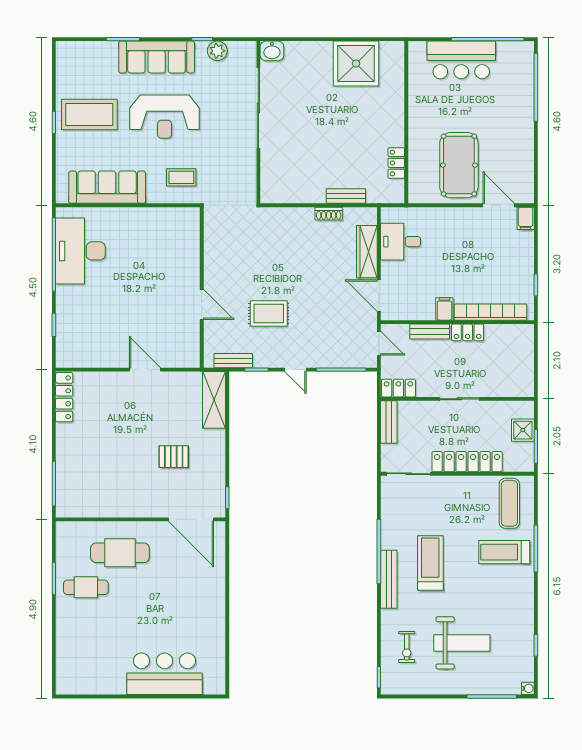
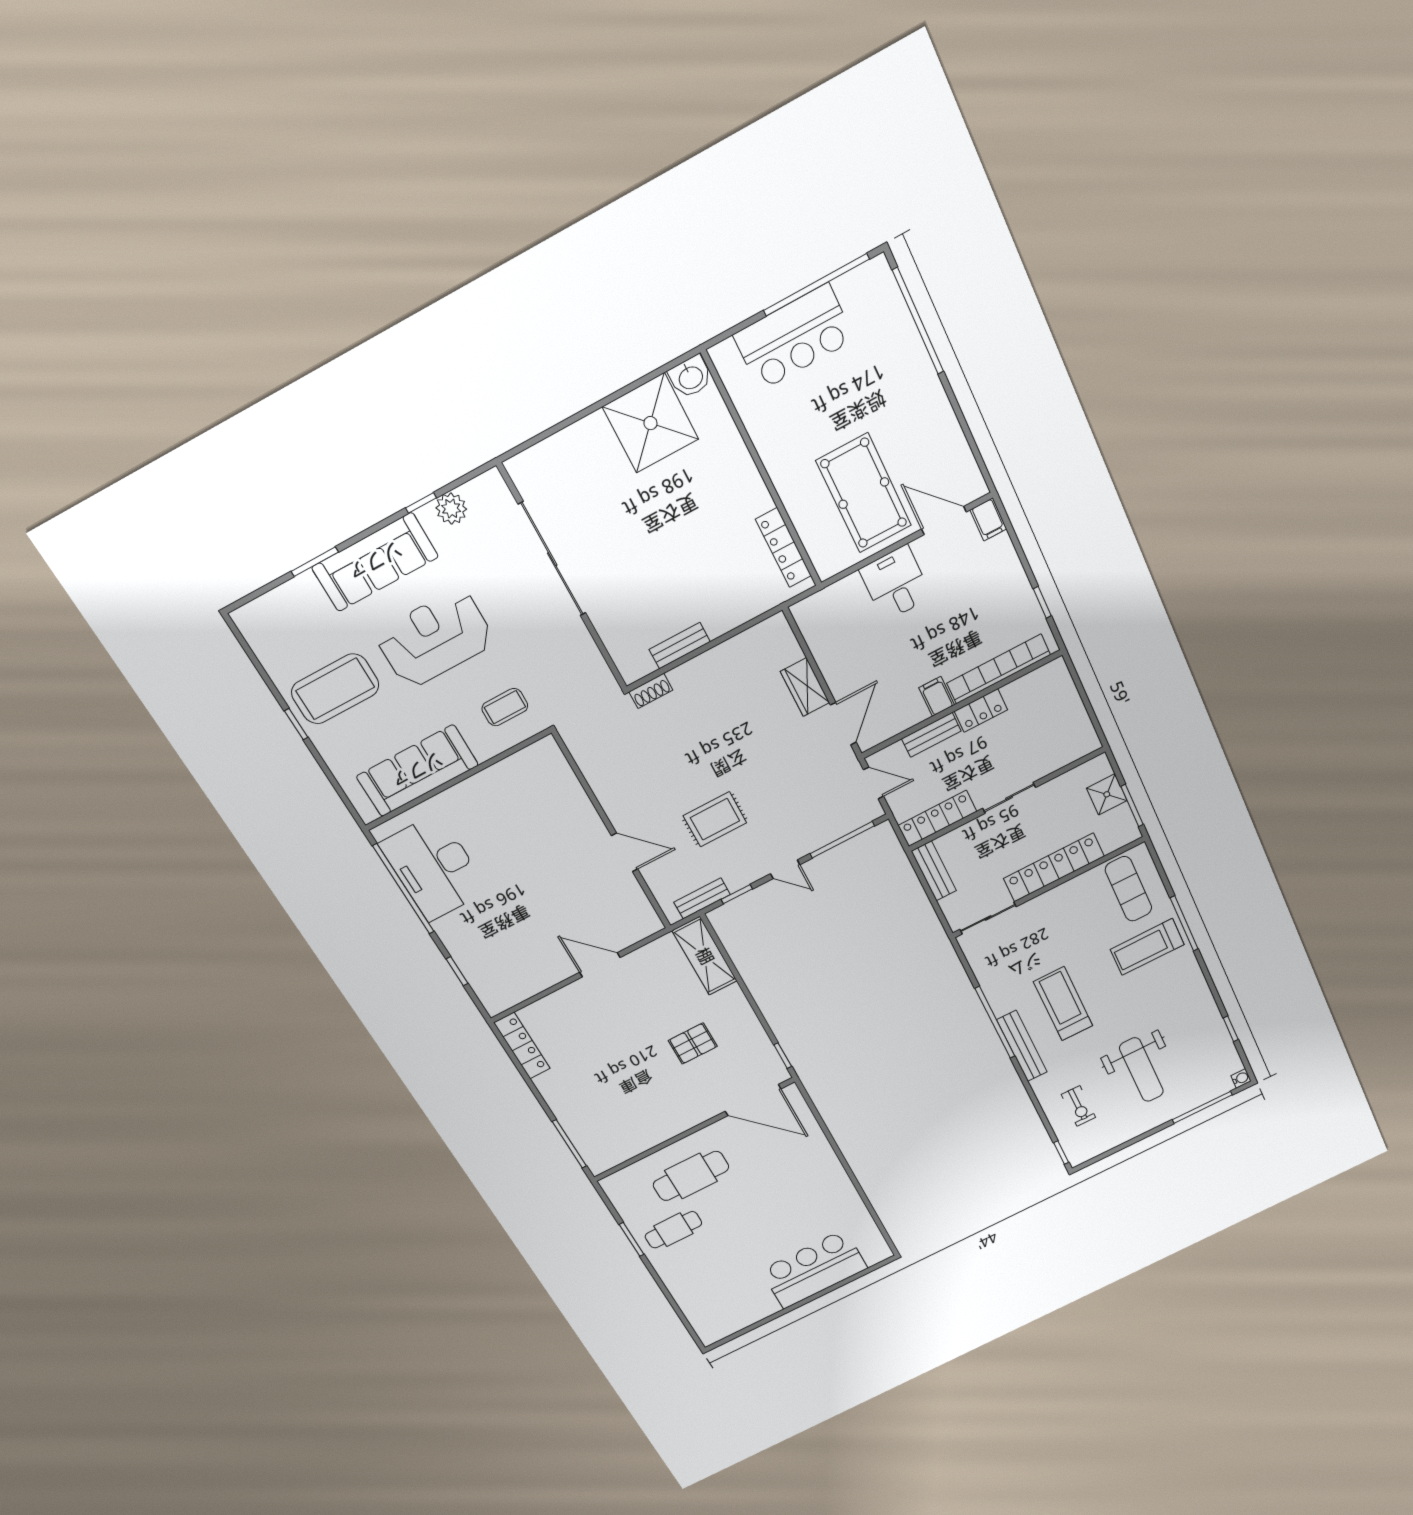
washbasin: (272, 51) -> (690, 377), moved
reception desk: (165, 117) -> (435, 638), turned 180
locker: (396, 163) -> (784, 548), width x1.53
bench: (346, 196) -> (680, 646), moved
shoe rack: (329, 214) -> (651, 691), moved
desk: (401, 242) -> (896, 583), moved, turned 90
wardrobe: (367, 252) -> (805, 687), width x0.67
door: (379, 296) -> (843, 724), swing flipped
locker: (398, 388) -> (937, 818), width x1.53
weight bench: (462, 643) -> (1141, 1070), turned 90

